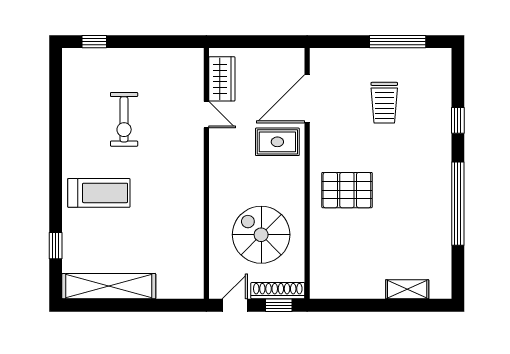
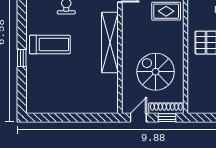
window: (56, 246) -> (22, 58), moved
shelving: (109, 286) -> (110, 42), moved, turned 90

